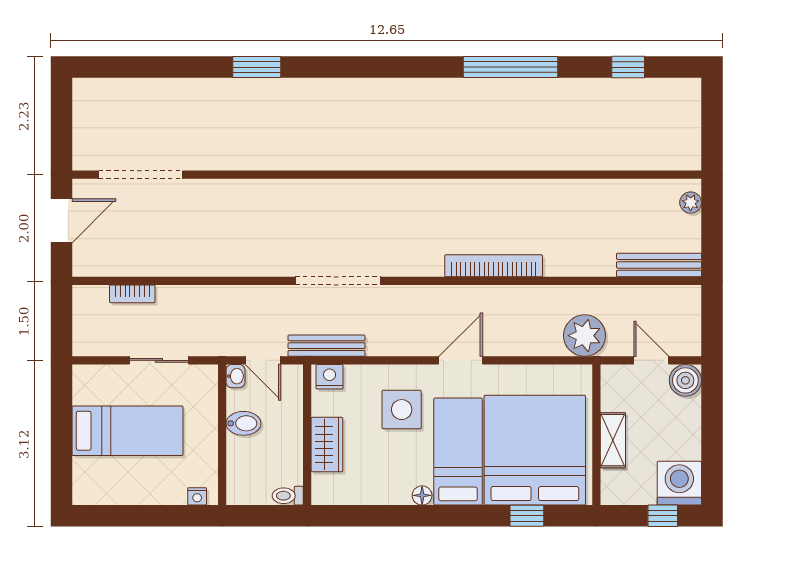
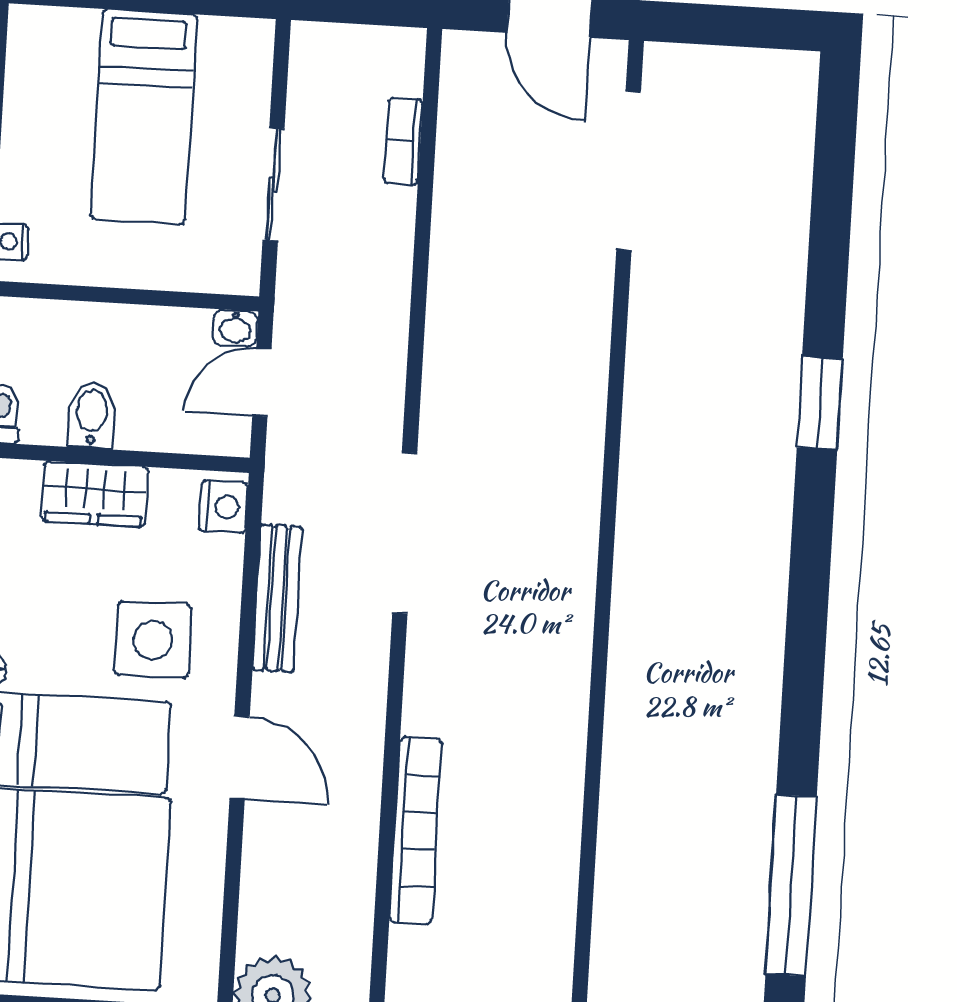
bench: (326, 346) -> (277, 598), moved
bidet: (243, 423) -> (92, 415), moved, turned 180

